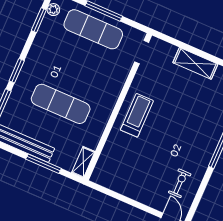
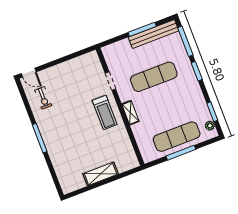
doorway: (142, 52) -> (110, 81), moved
shelving: (83, 162) -> (130, 113), moved
window: (43, 164) -> (142, 29), moved

